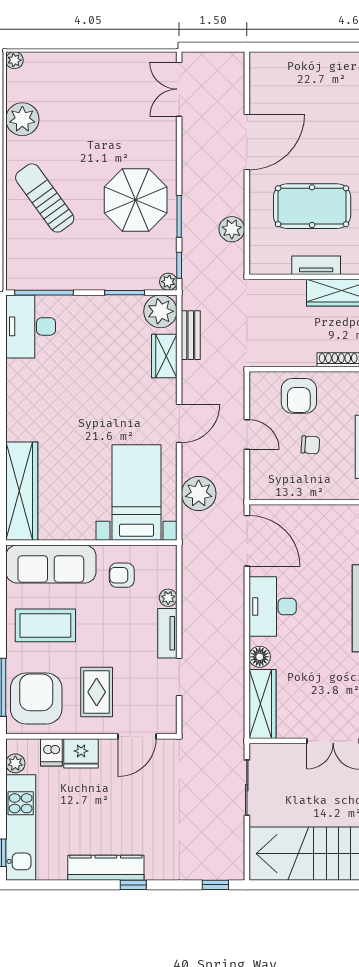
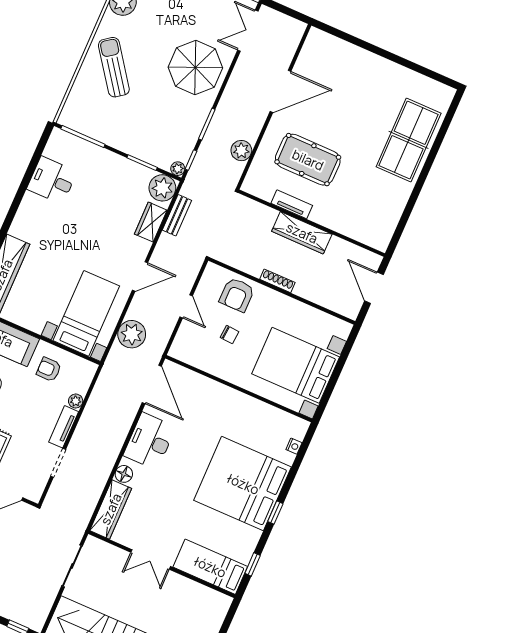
parasol: (136, 200) -> (195, 67), moved
desk: (31, 326) -> (52, 180), moved, width x0.73

